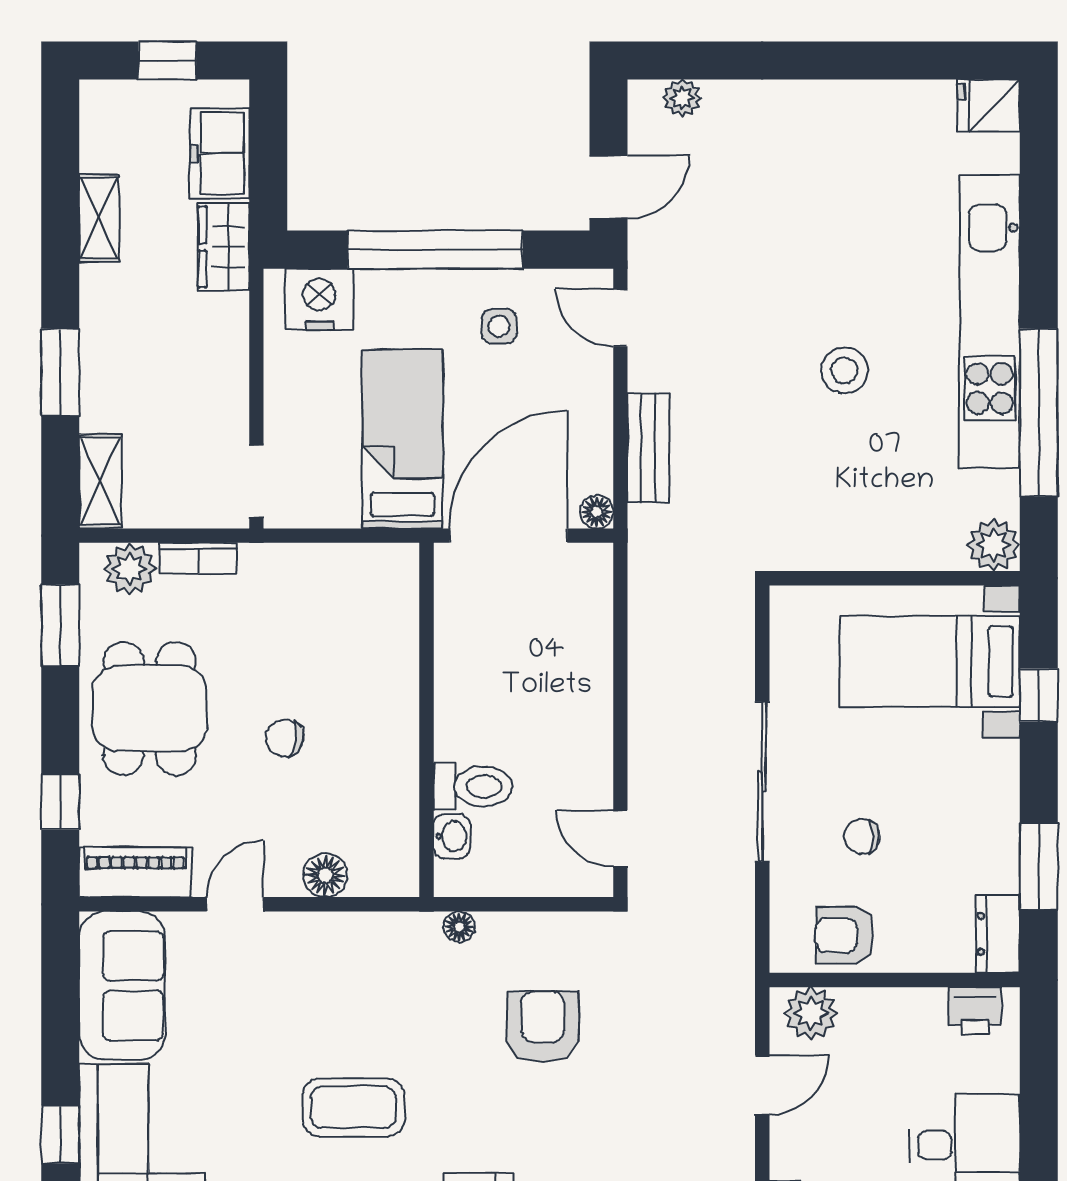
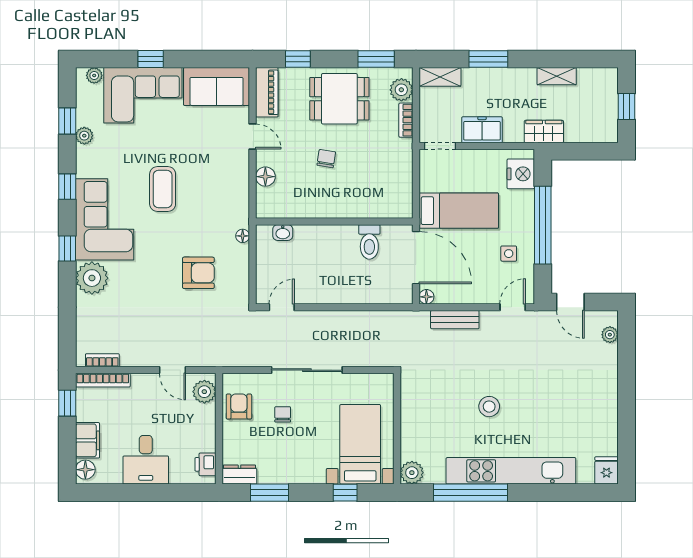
freezer: (220, 154) -> (482, 130), moved
toilet: (473, 786) -> (369, 242), moved

